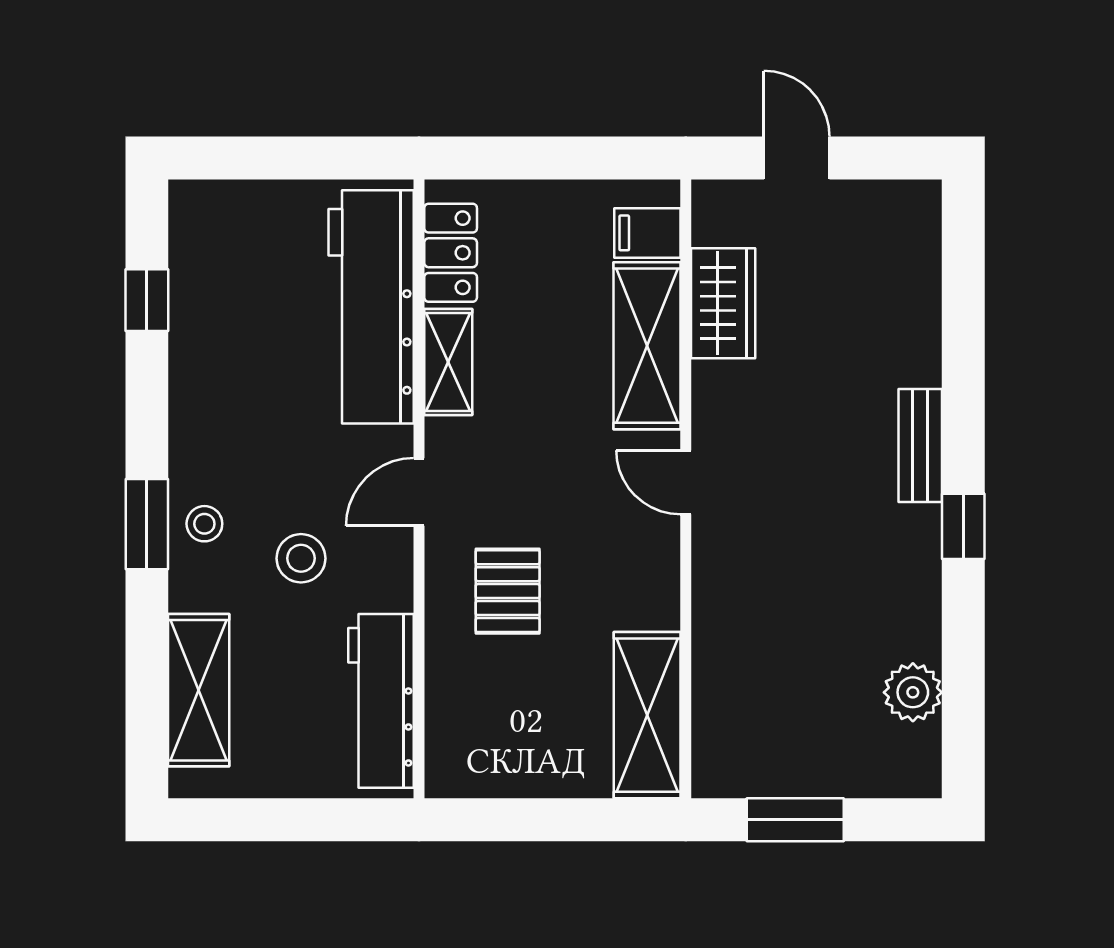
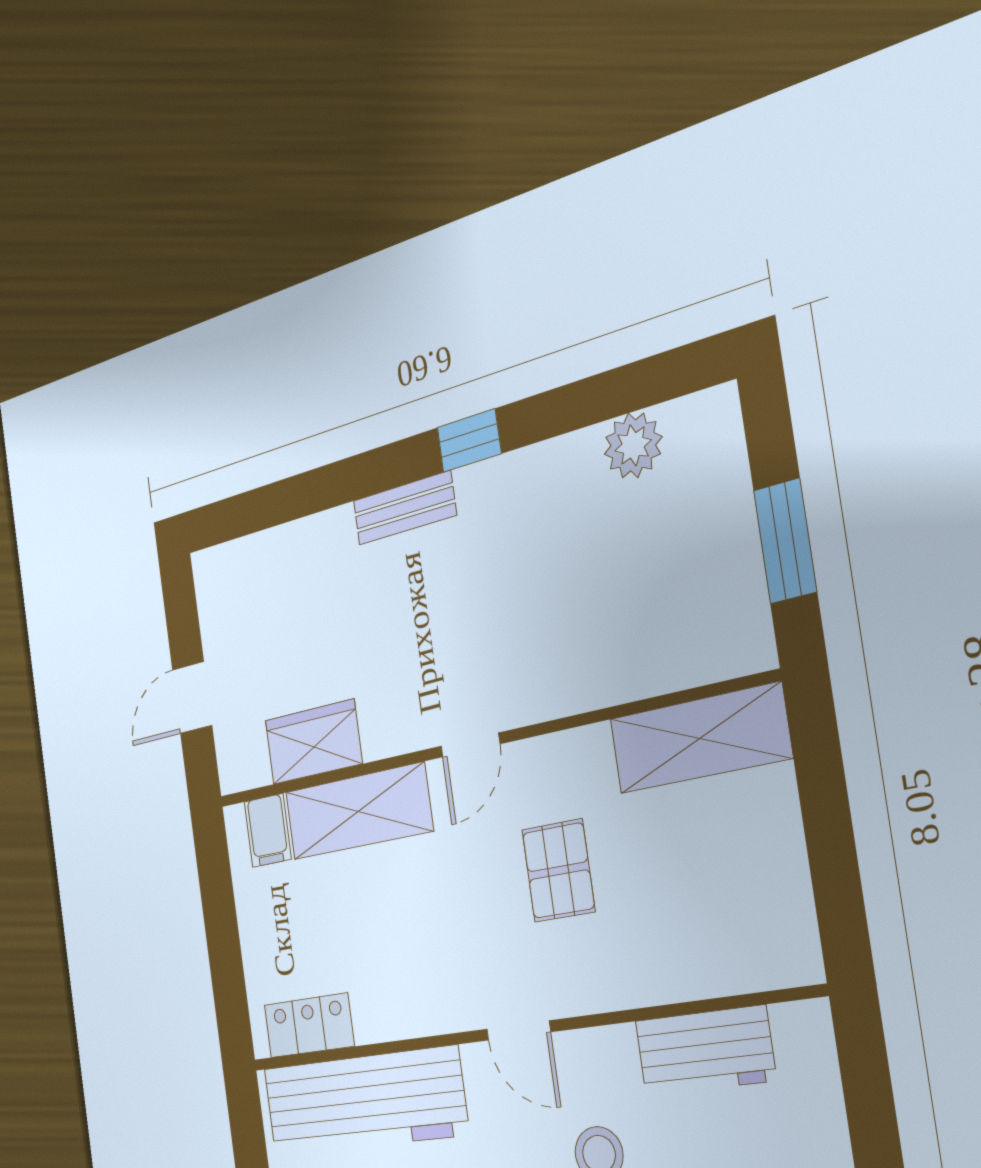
shelving: (448, 362) -> (399, 1015), removed
pallet: (508, 591) -> (558, 871), moved, turned 90
workbench: (381, 701) -> (705, 1051), width x0.73

